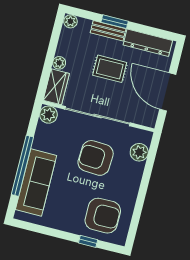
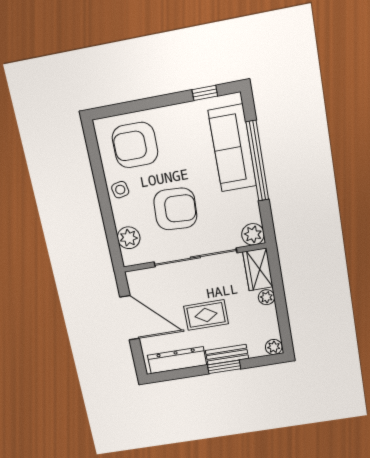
side table: (128, 189) -> (120, 190), added
window: (88, 241) -> (205, 93), moved

